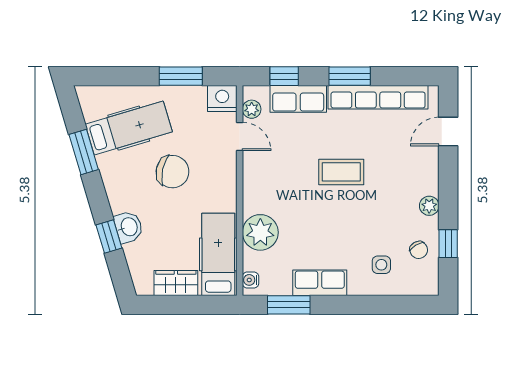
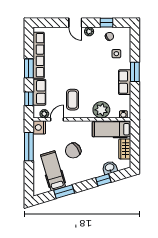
window: (181, 76) -> (29, 147), width x1.44
door: (448, 132) -> (75, 23), moved
chair: (172, 172) -> (73, 150), turned -137
coffee table: (341, 172) -> (73, 100), moved
washbasin: (129, 227) -> (110, 168), moved
window: (289, 305) -> (135, 72), moved

